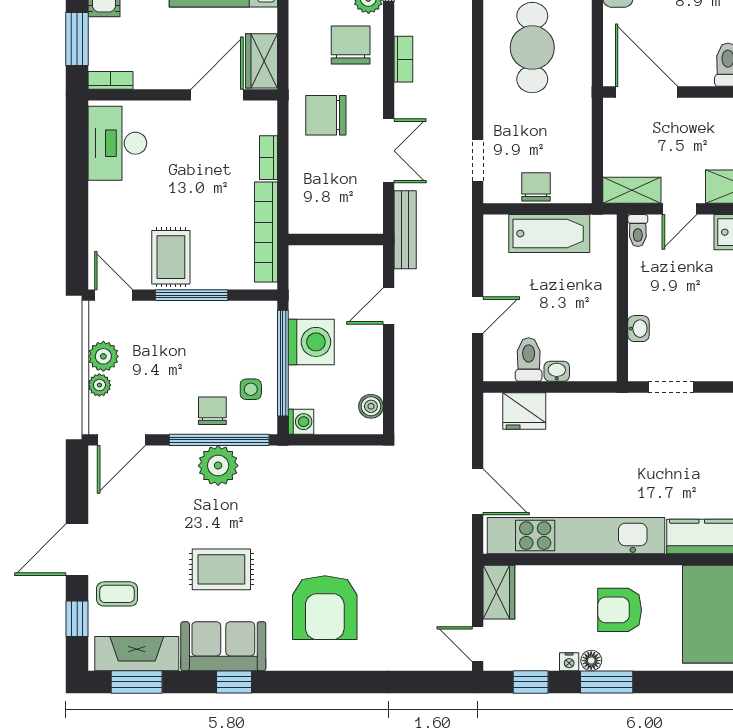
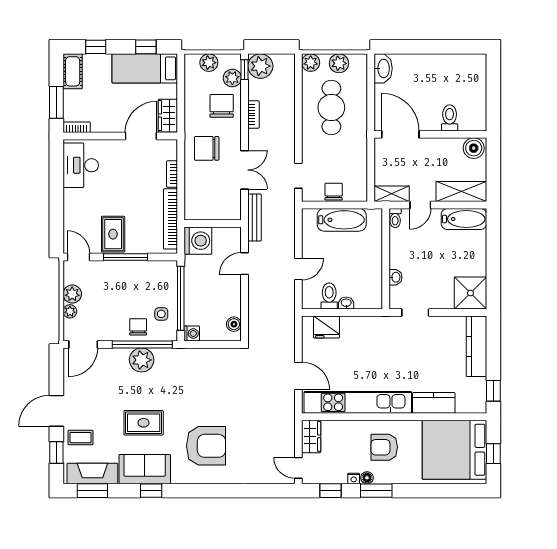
washing machine: (311, 342) -> (198, 241), moved
armchair: (325, 608) -> (206, 446), turned -90

